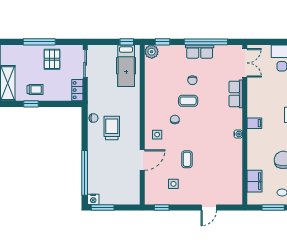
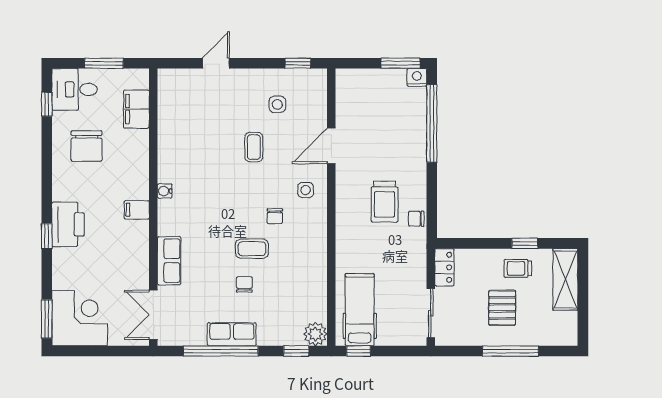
pallet: (52, 59) -> (502, 308), moved

